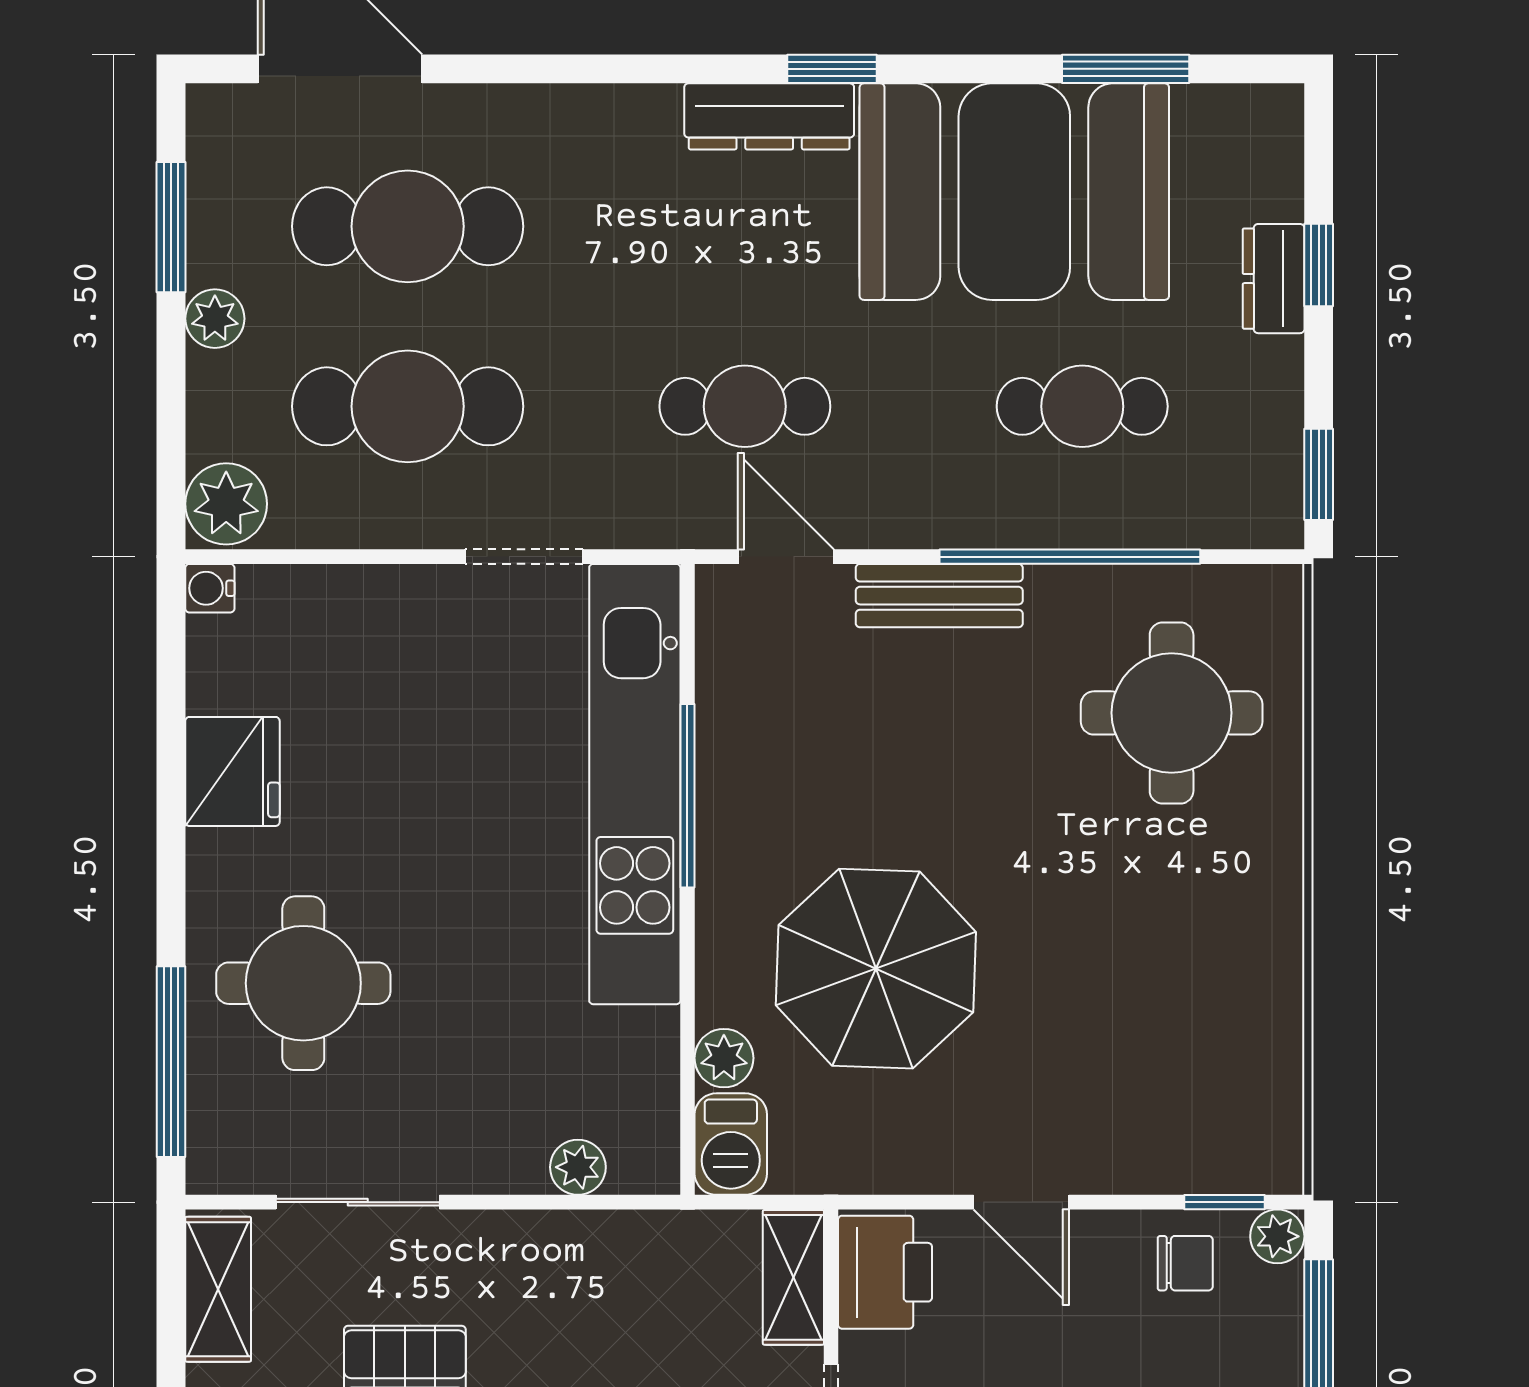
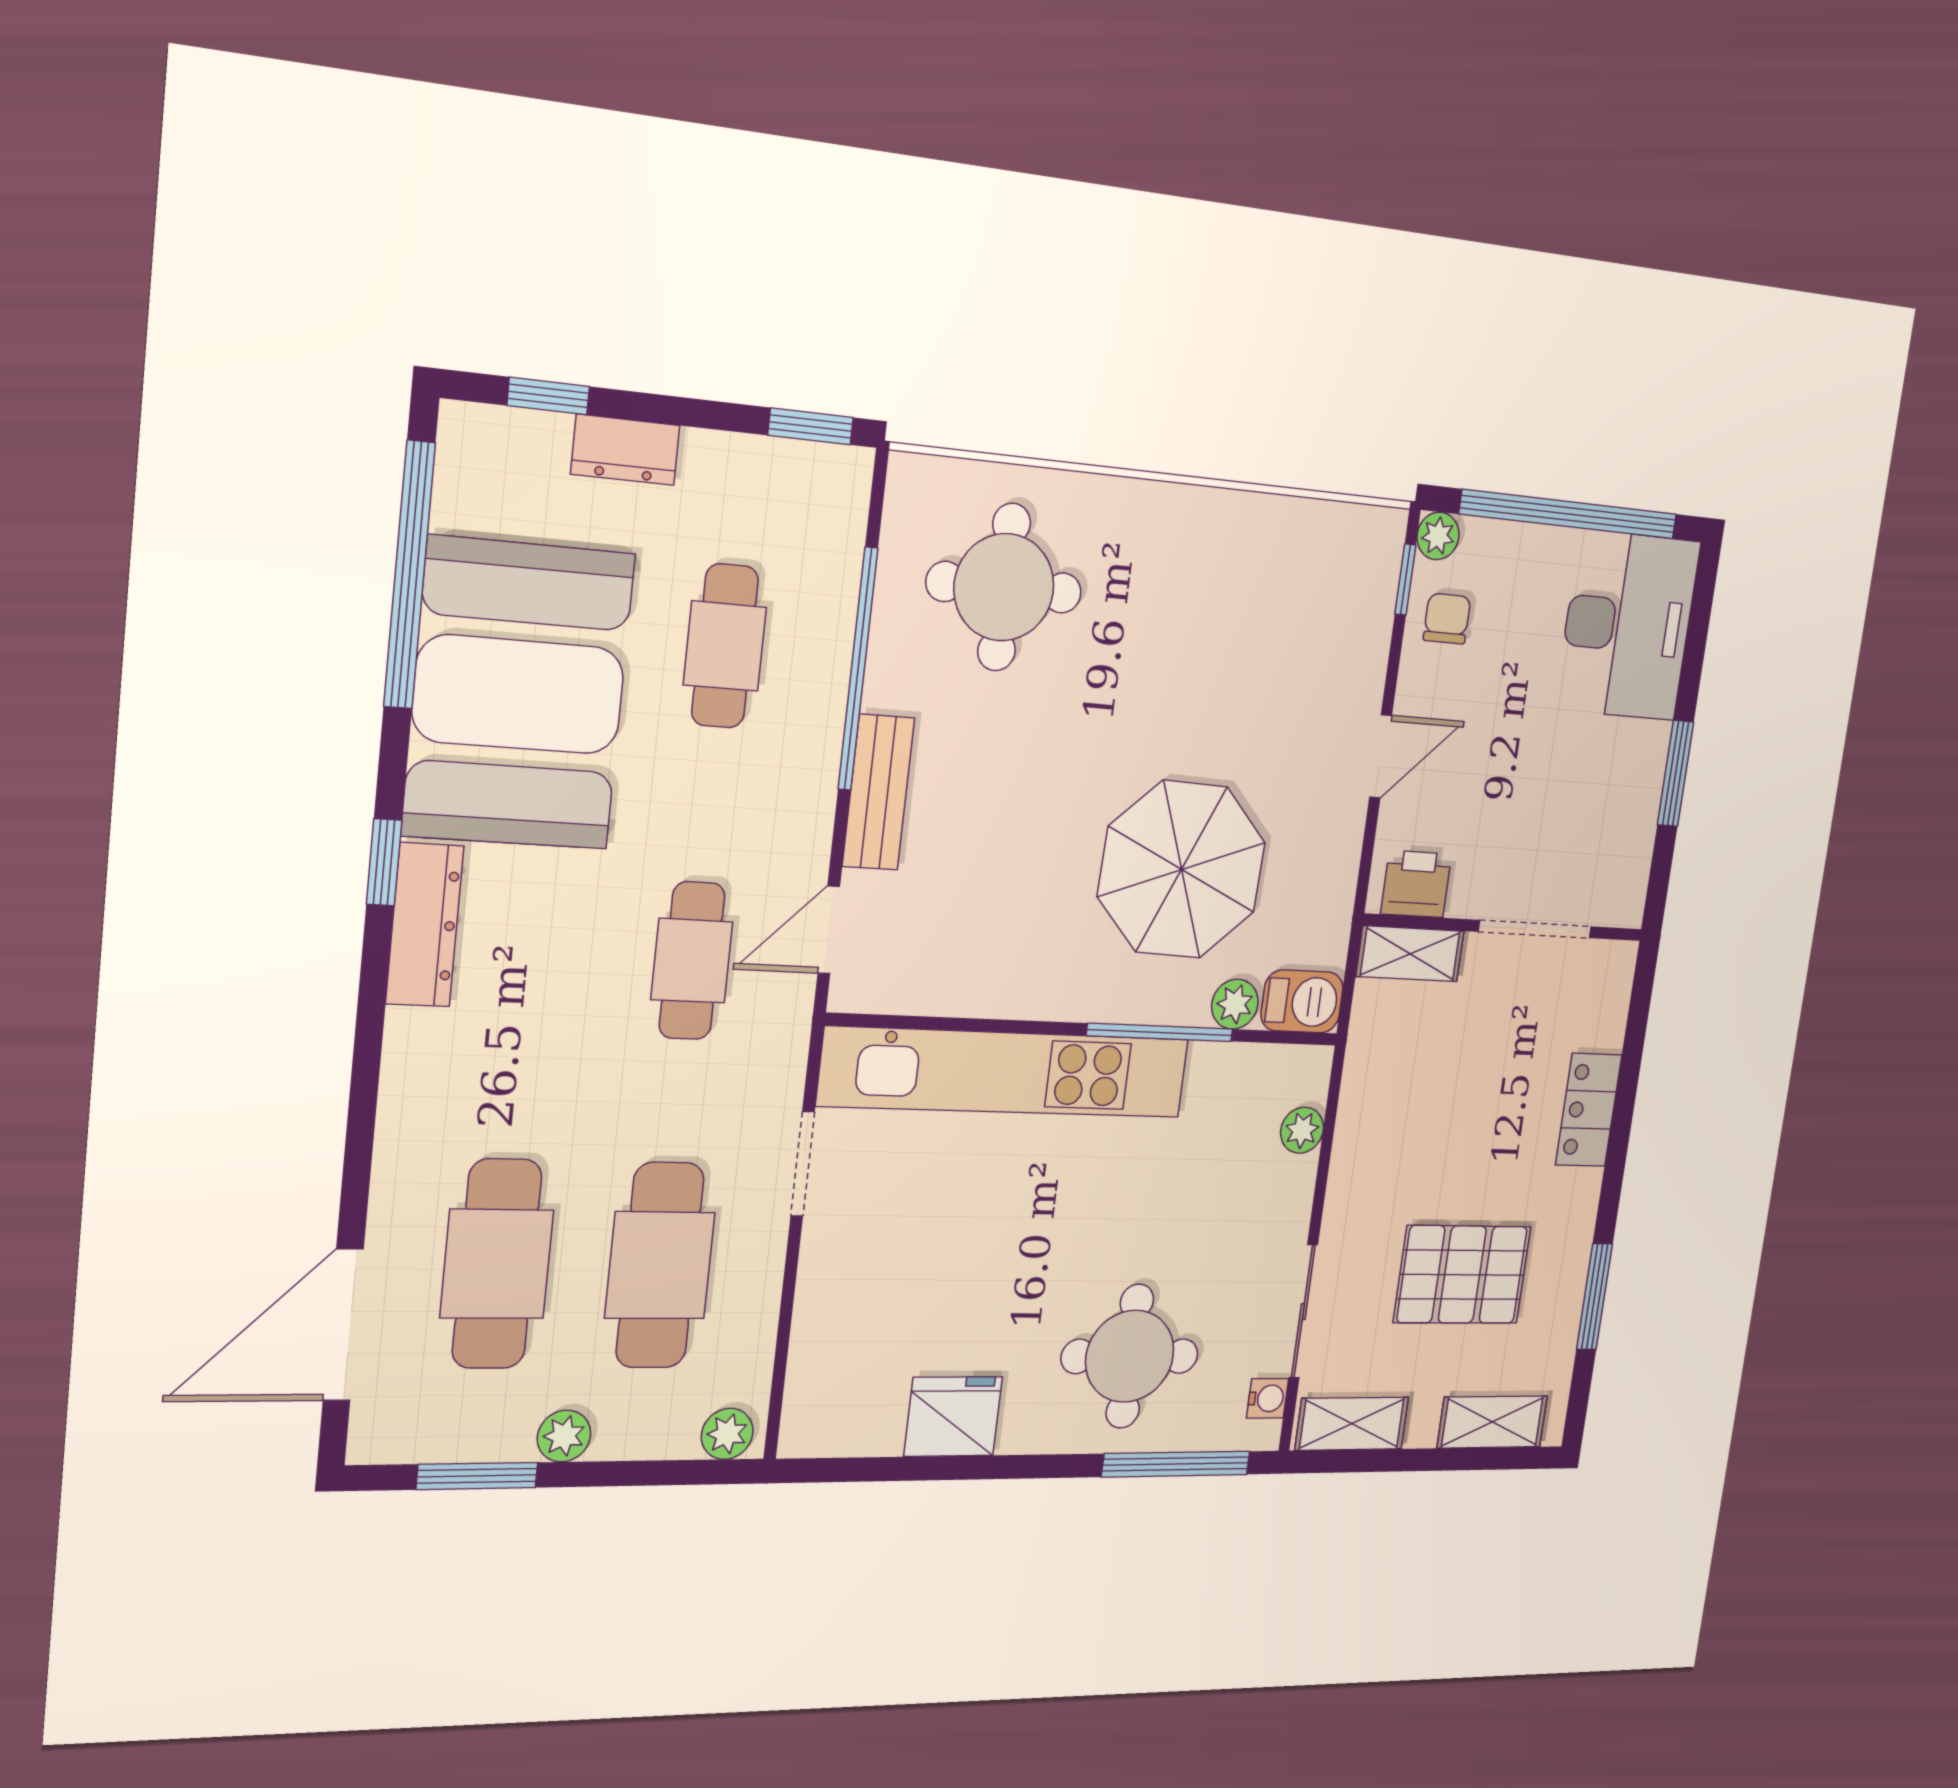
window: (1126, 69) -> (409, 575), width x2.11
window: (1319, 265) -> (548, 396), moved
plant: (226, 504) -> (727, 1434), width x0.73, depth x0.73
water cooler: (210, 588) -> (1267, 1398), moved, turned -90
window: (687, 796) -> (1160, 1032), moved
printer: (885, 1272) -> (1416, 884), width x0.73, depth x0.81

